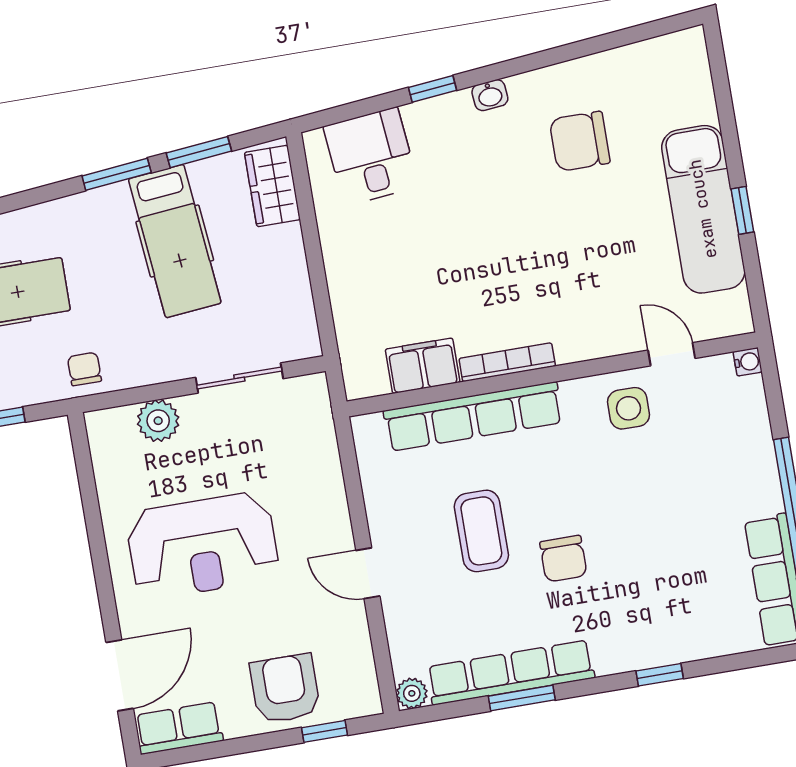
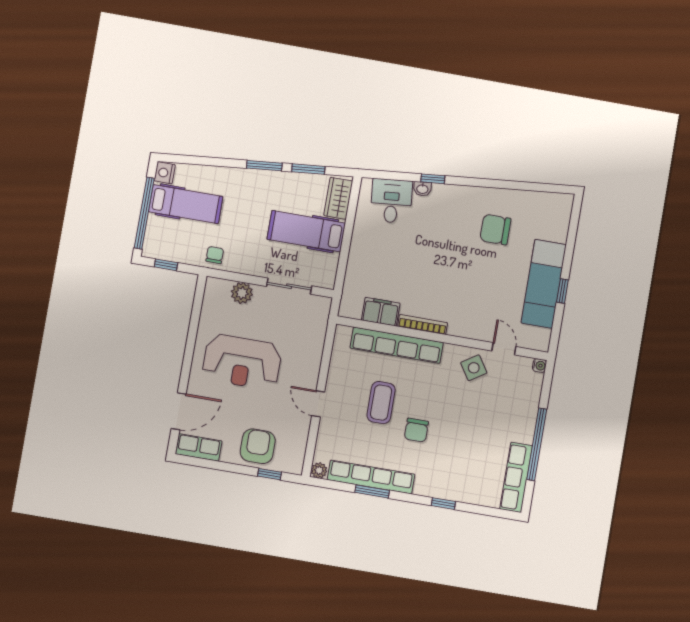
washbasin: (490, 95) -> (422, 189), moved
hospital bed: (175, 241) -> (306, 231), moved, turned 96
side table: (629, 408) -> (474, 368), turned -33

